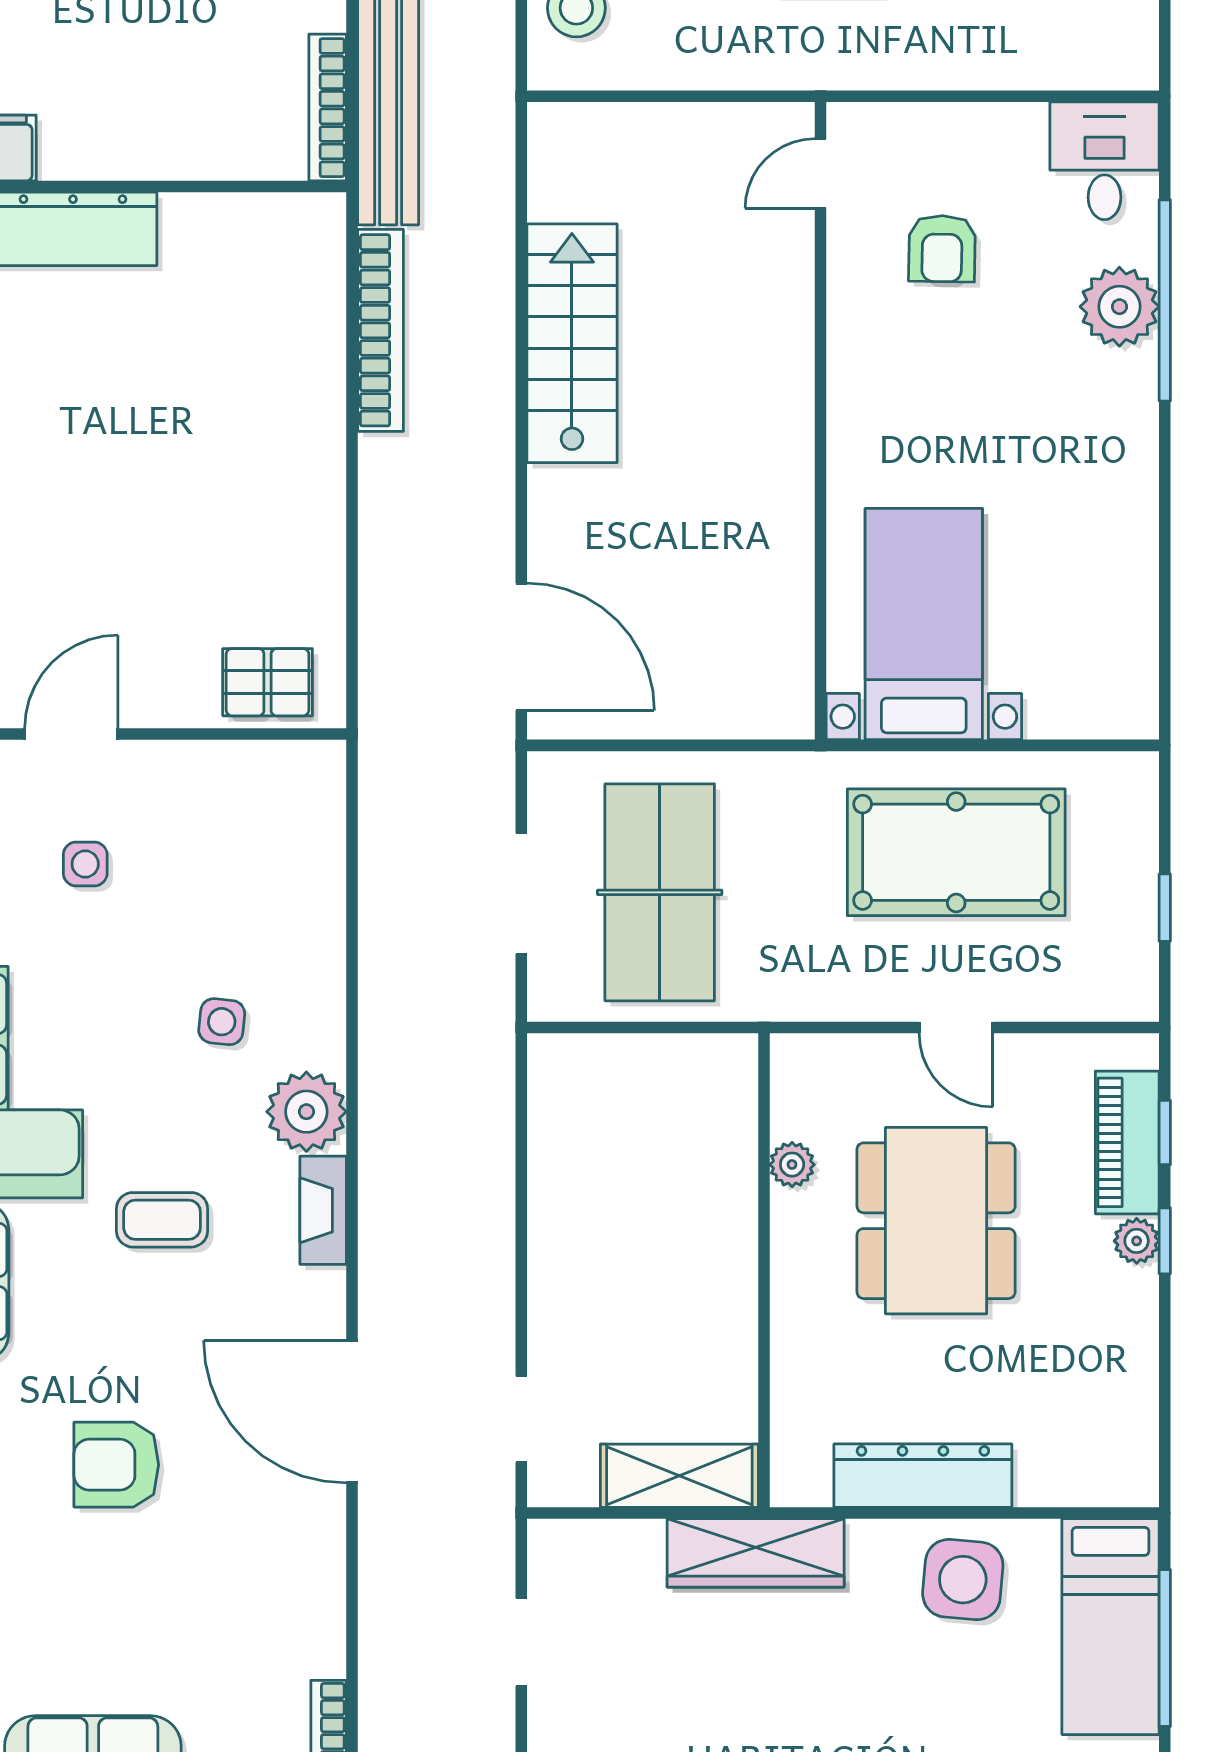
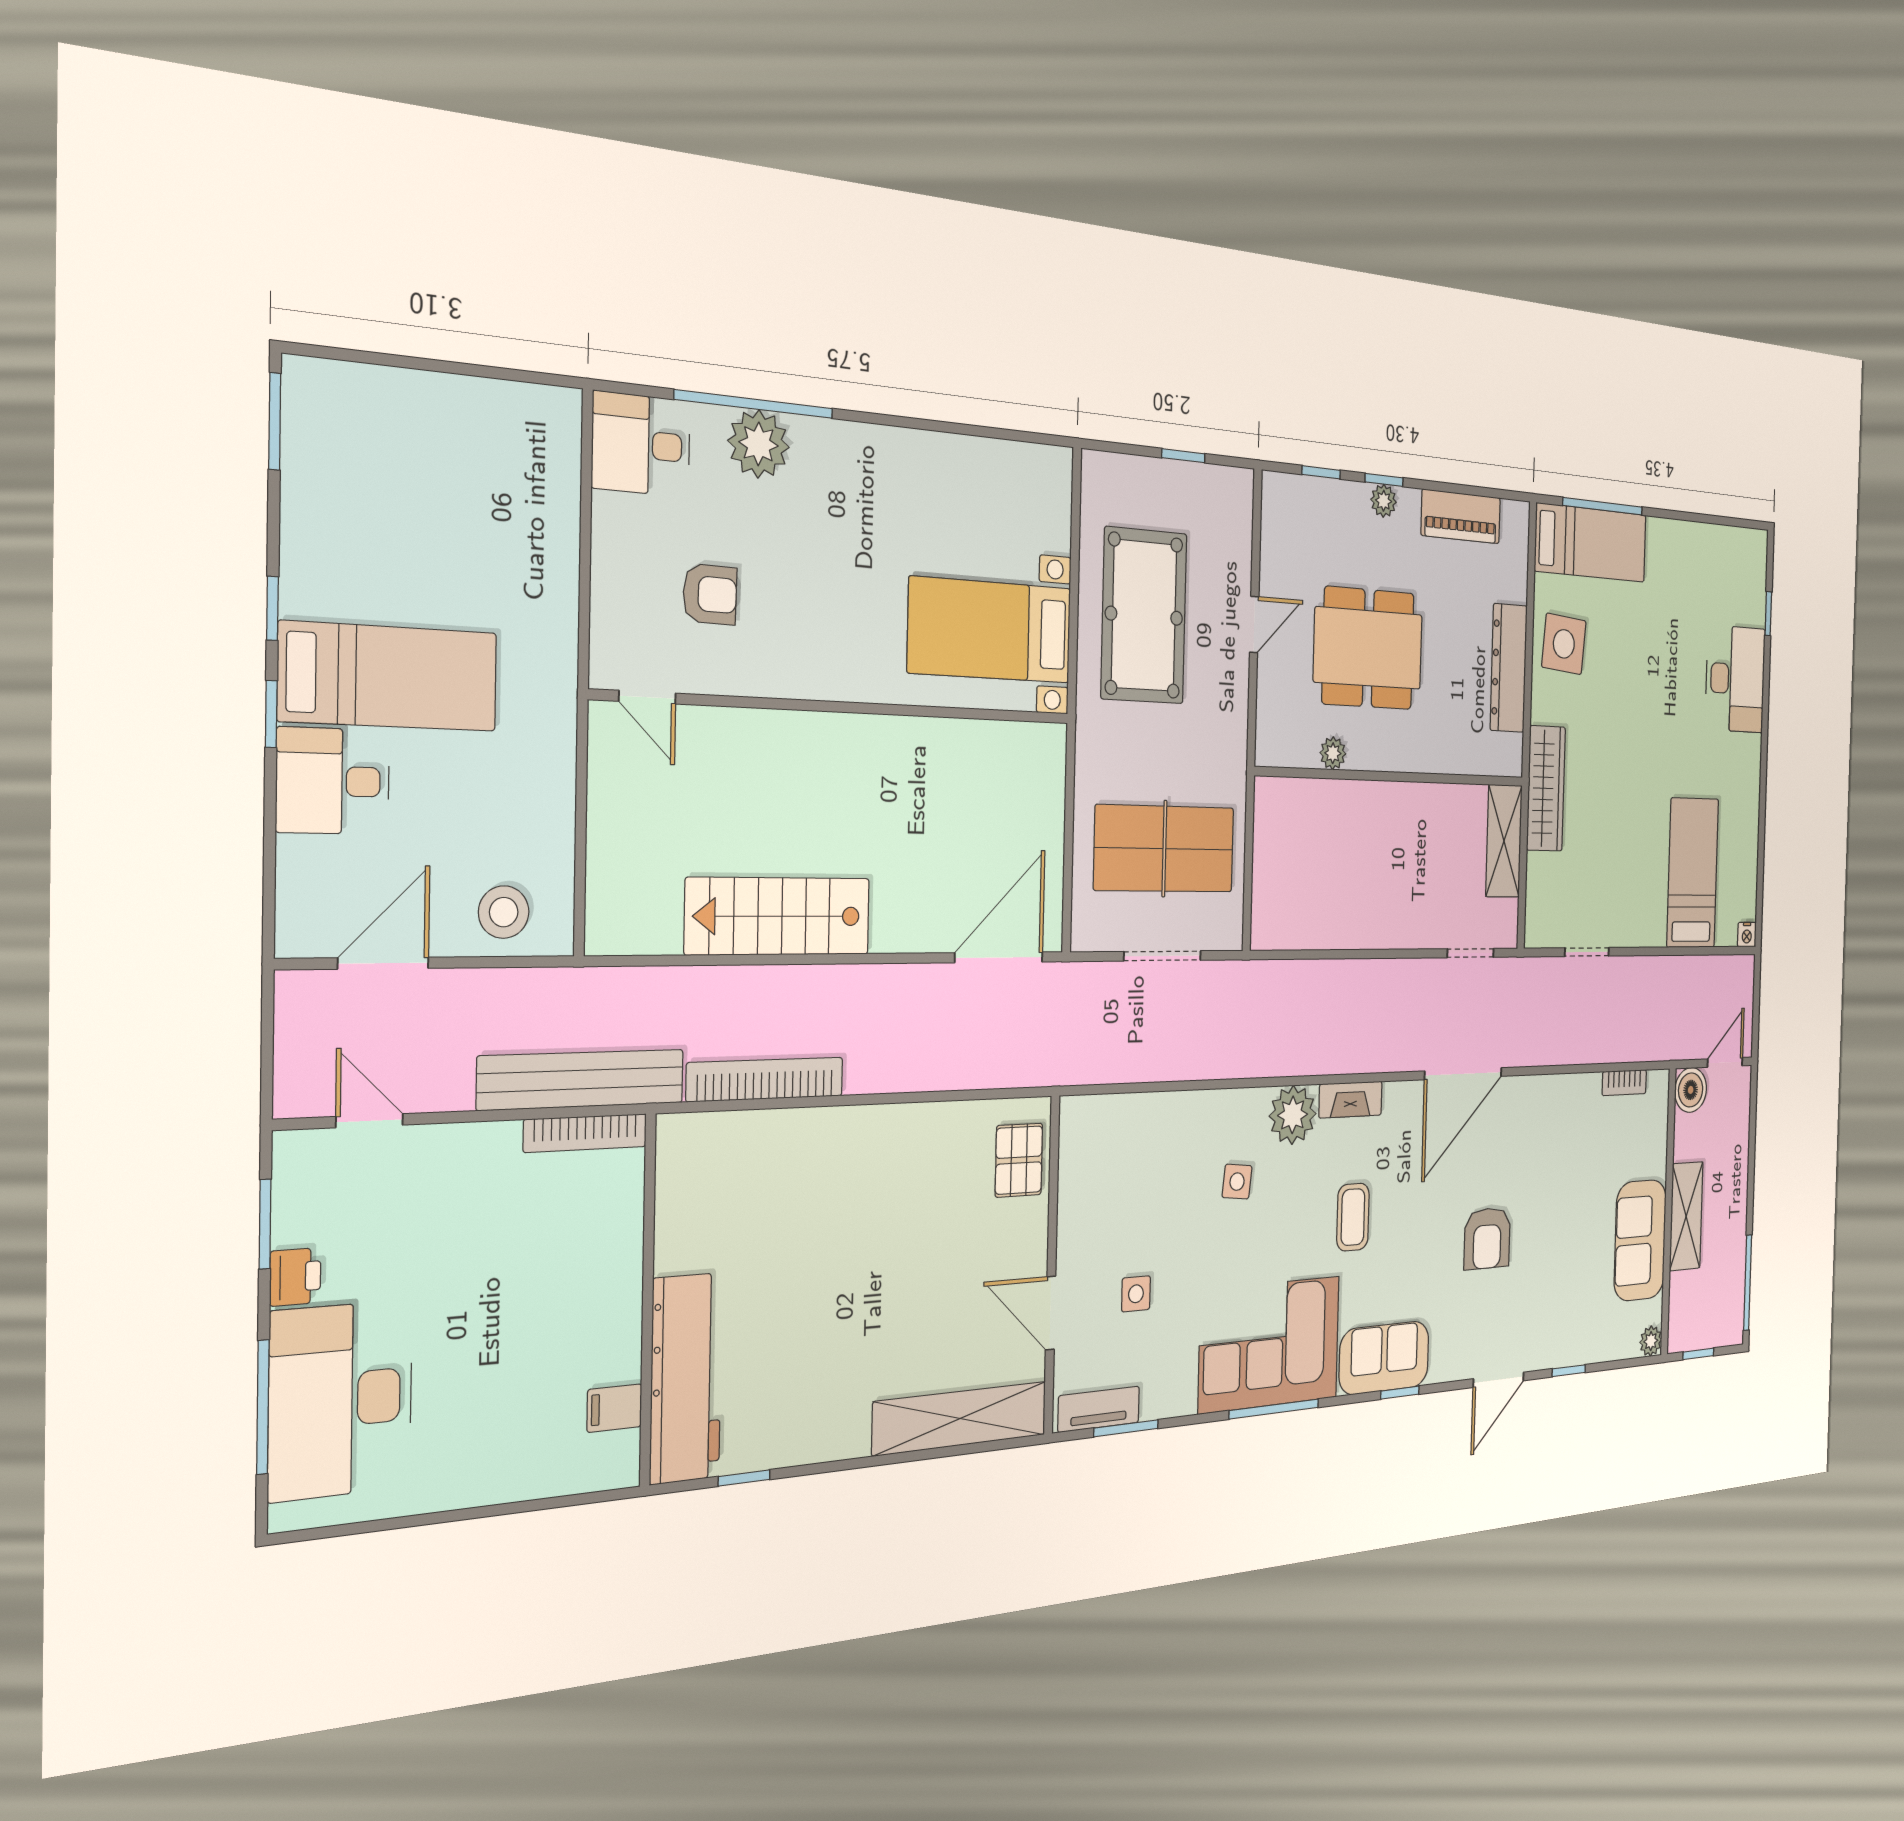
piano: (1127, 1142) -> (1461, 516), moved

